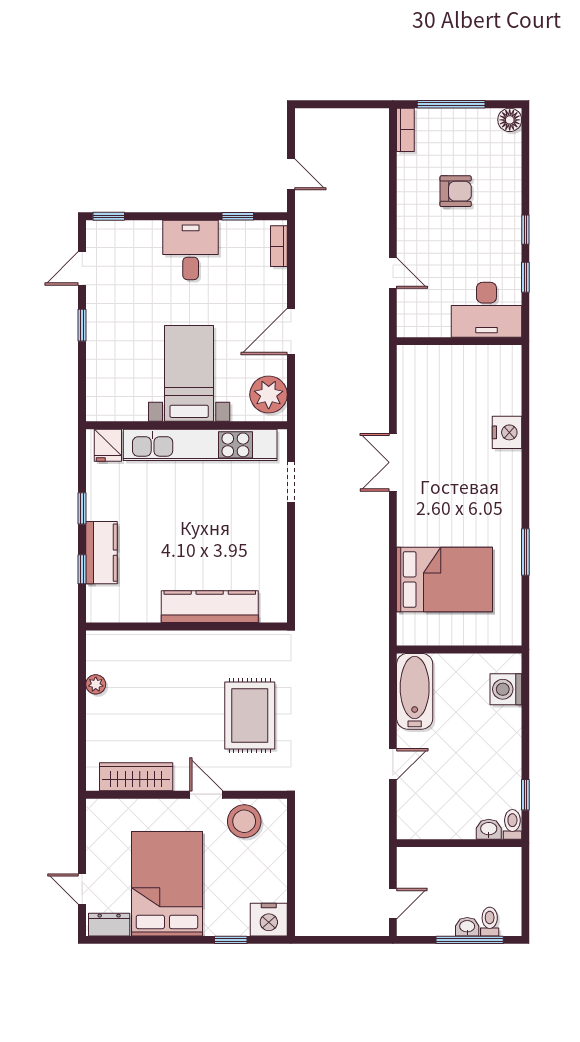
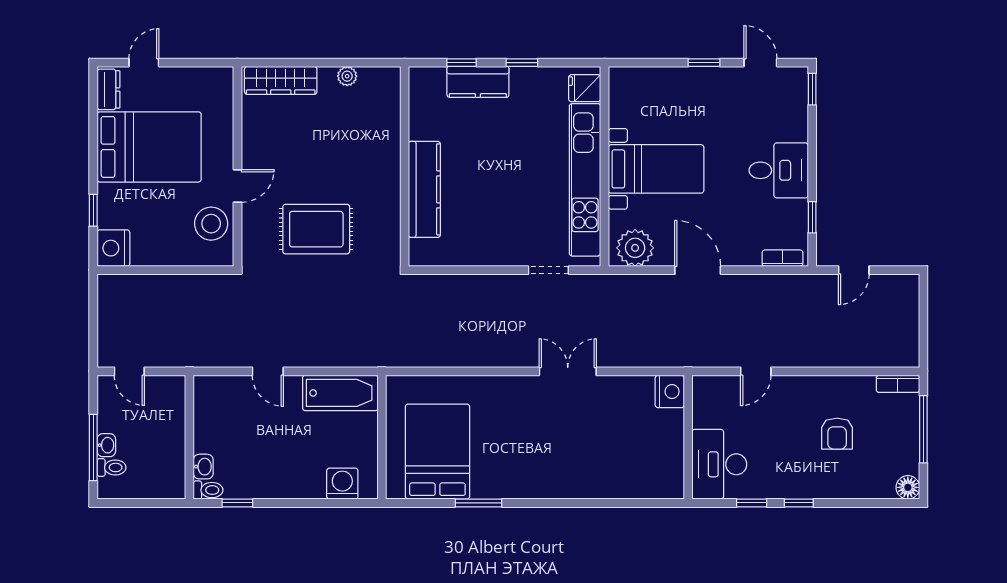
nightstand: (507, 432) -> (670, 391), moved, turned -90
bed: (445, 579) -> (437, 452), moved, turned 180
wardrobe: (136, 777) -> (281, 80), moved, turned 90

